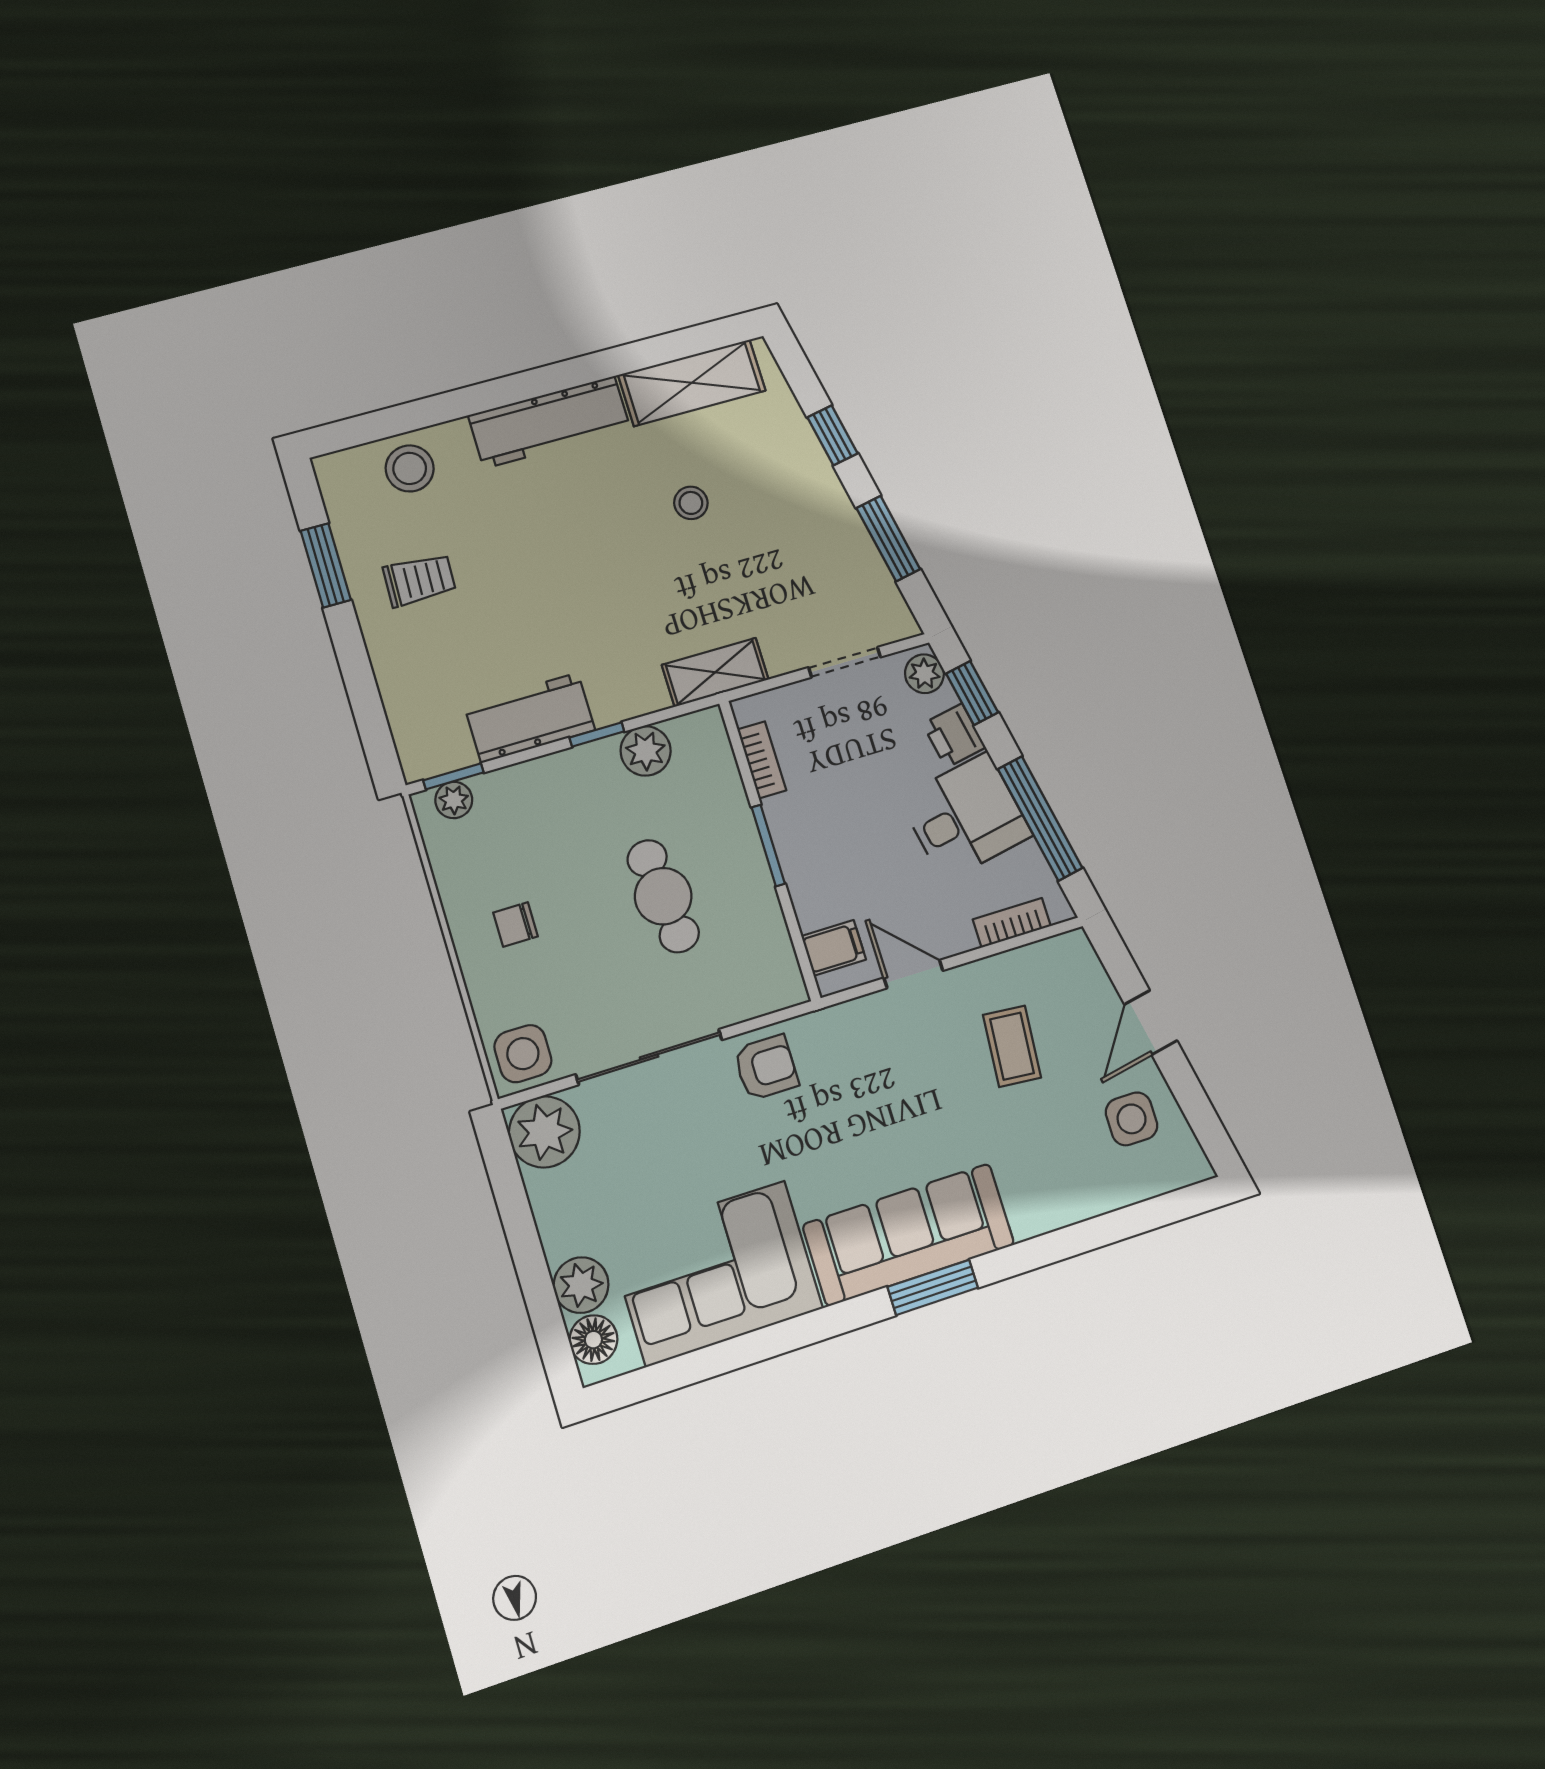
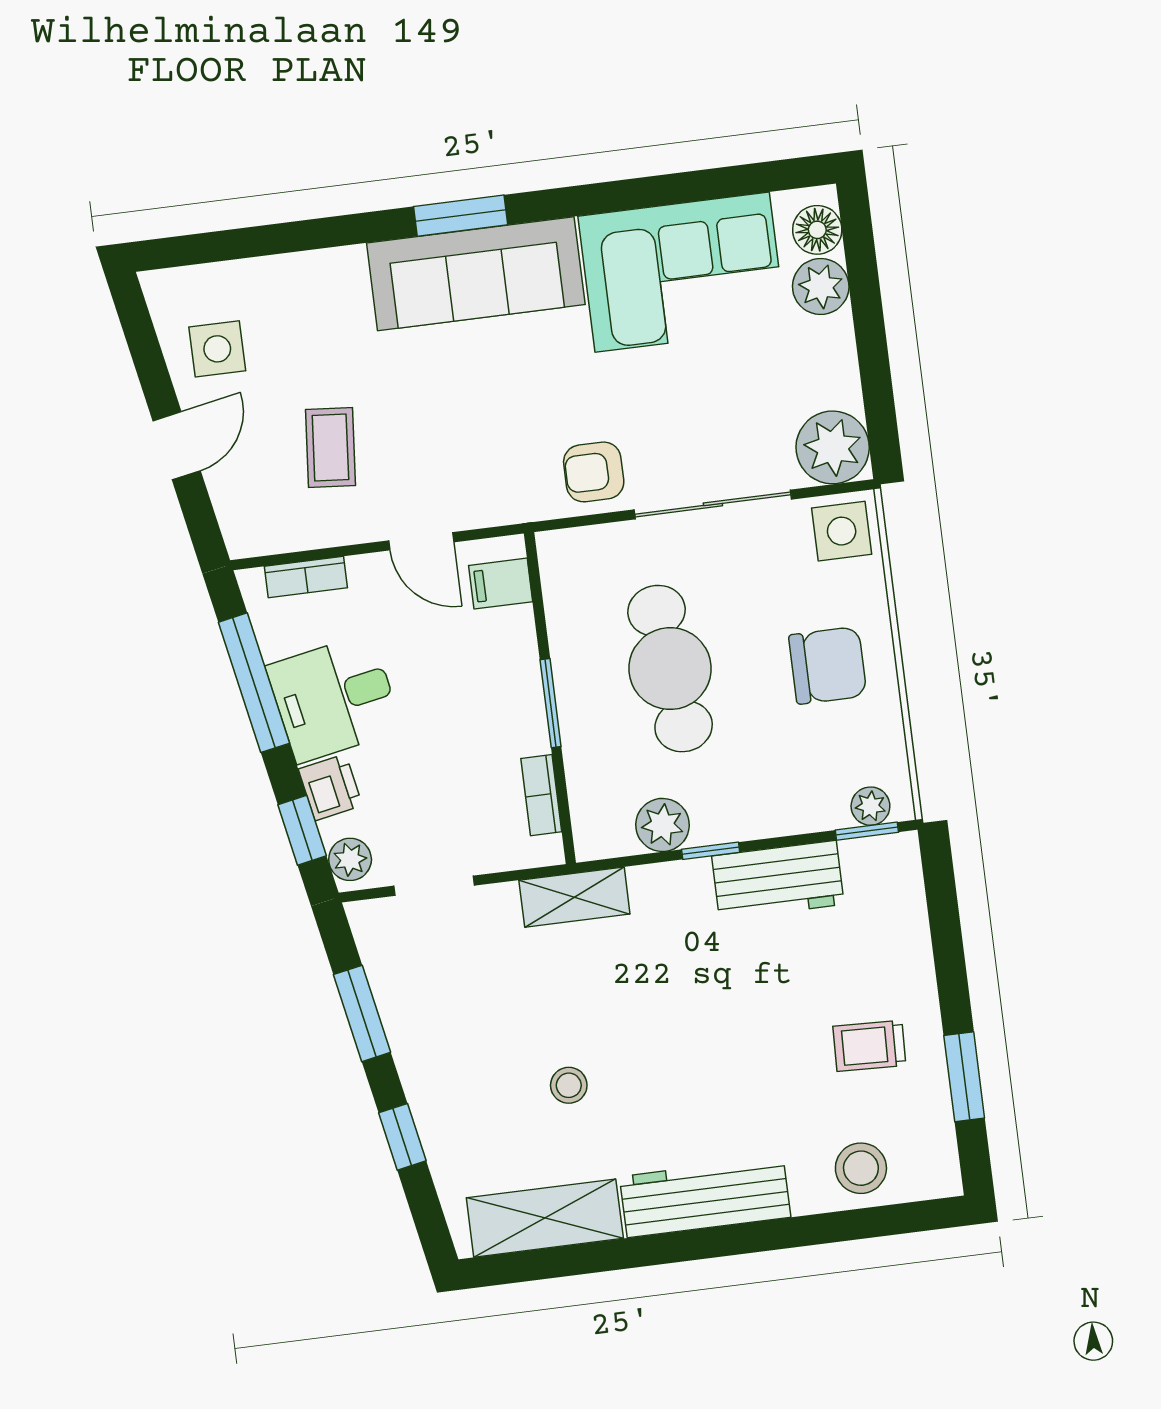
cafe table: (663, 896) -> (670, 669), width x1.37, depth x1.35
chair: (516, 925) -> (828, 665), width x1.87, depth x1.87

